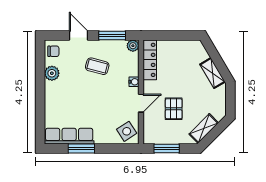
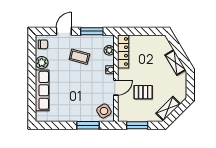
door: (79, 35) -> (64, 31), hinge flipped
plant: (133, 46) -> (109, 50), moved
pallet: (174, 109) -> (143, 92), turned 90
row of seats: (69, 136) -> (42, 90), moved, turned 90
window: (81, 149) -> (88, 125), moved

